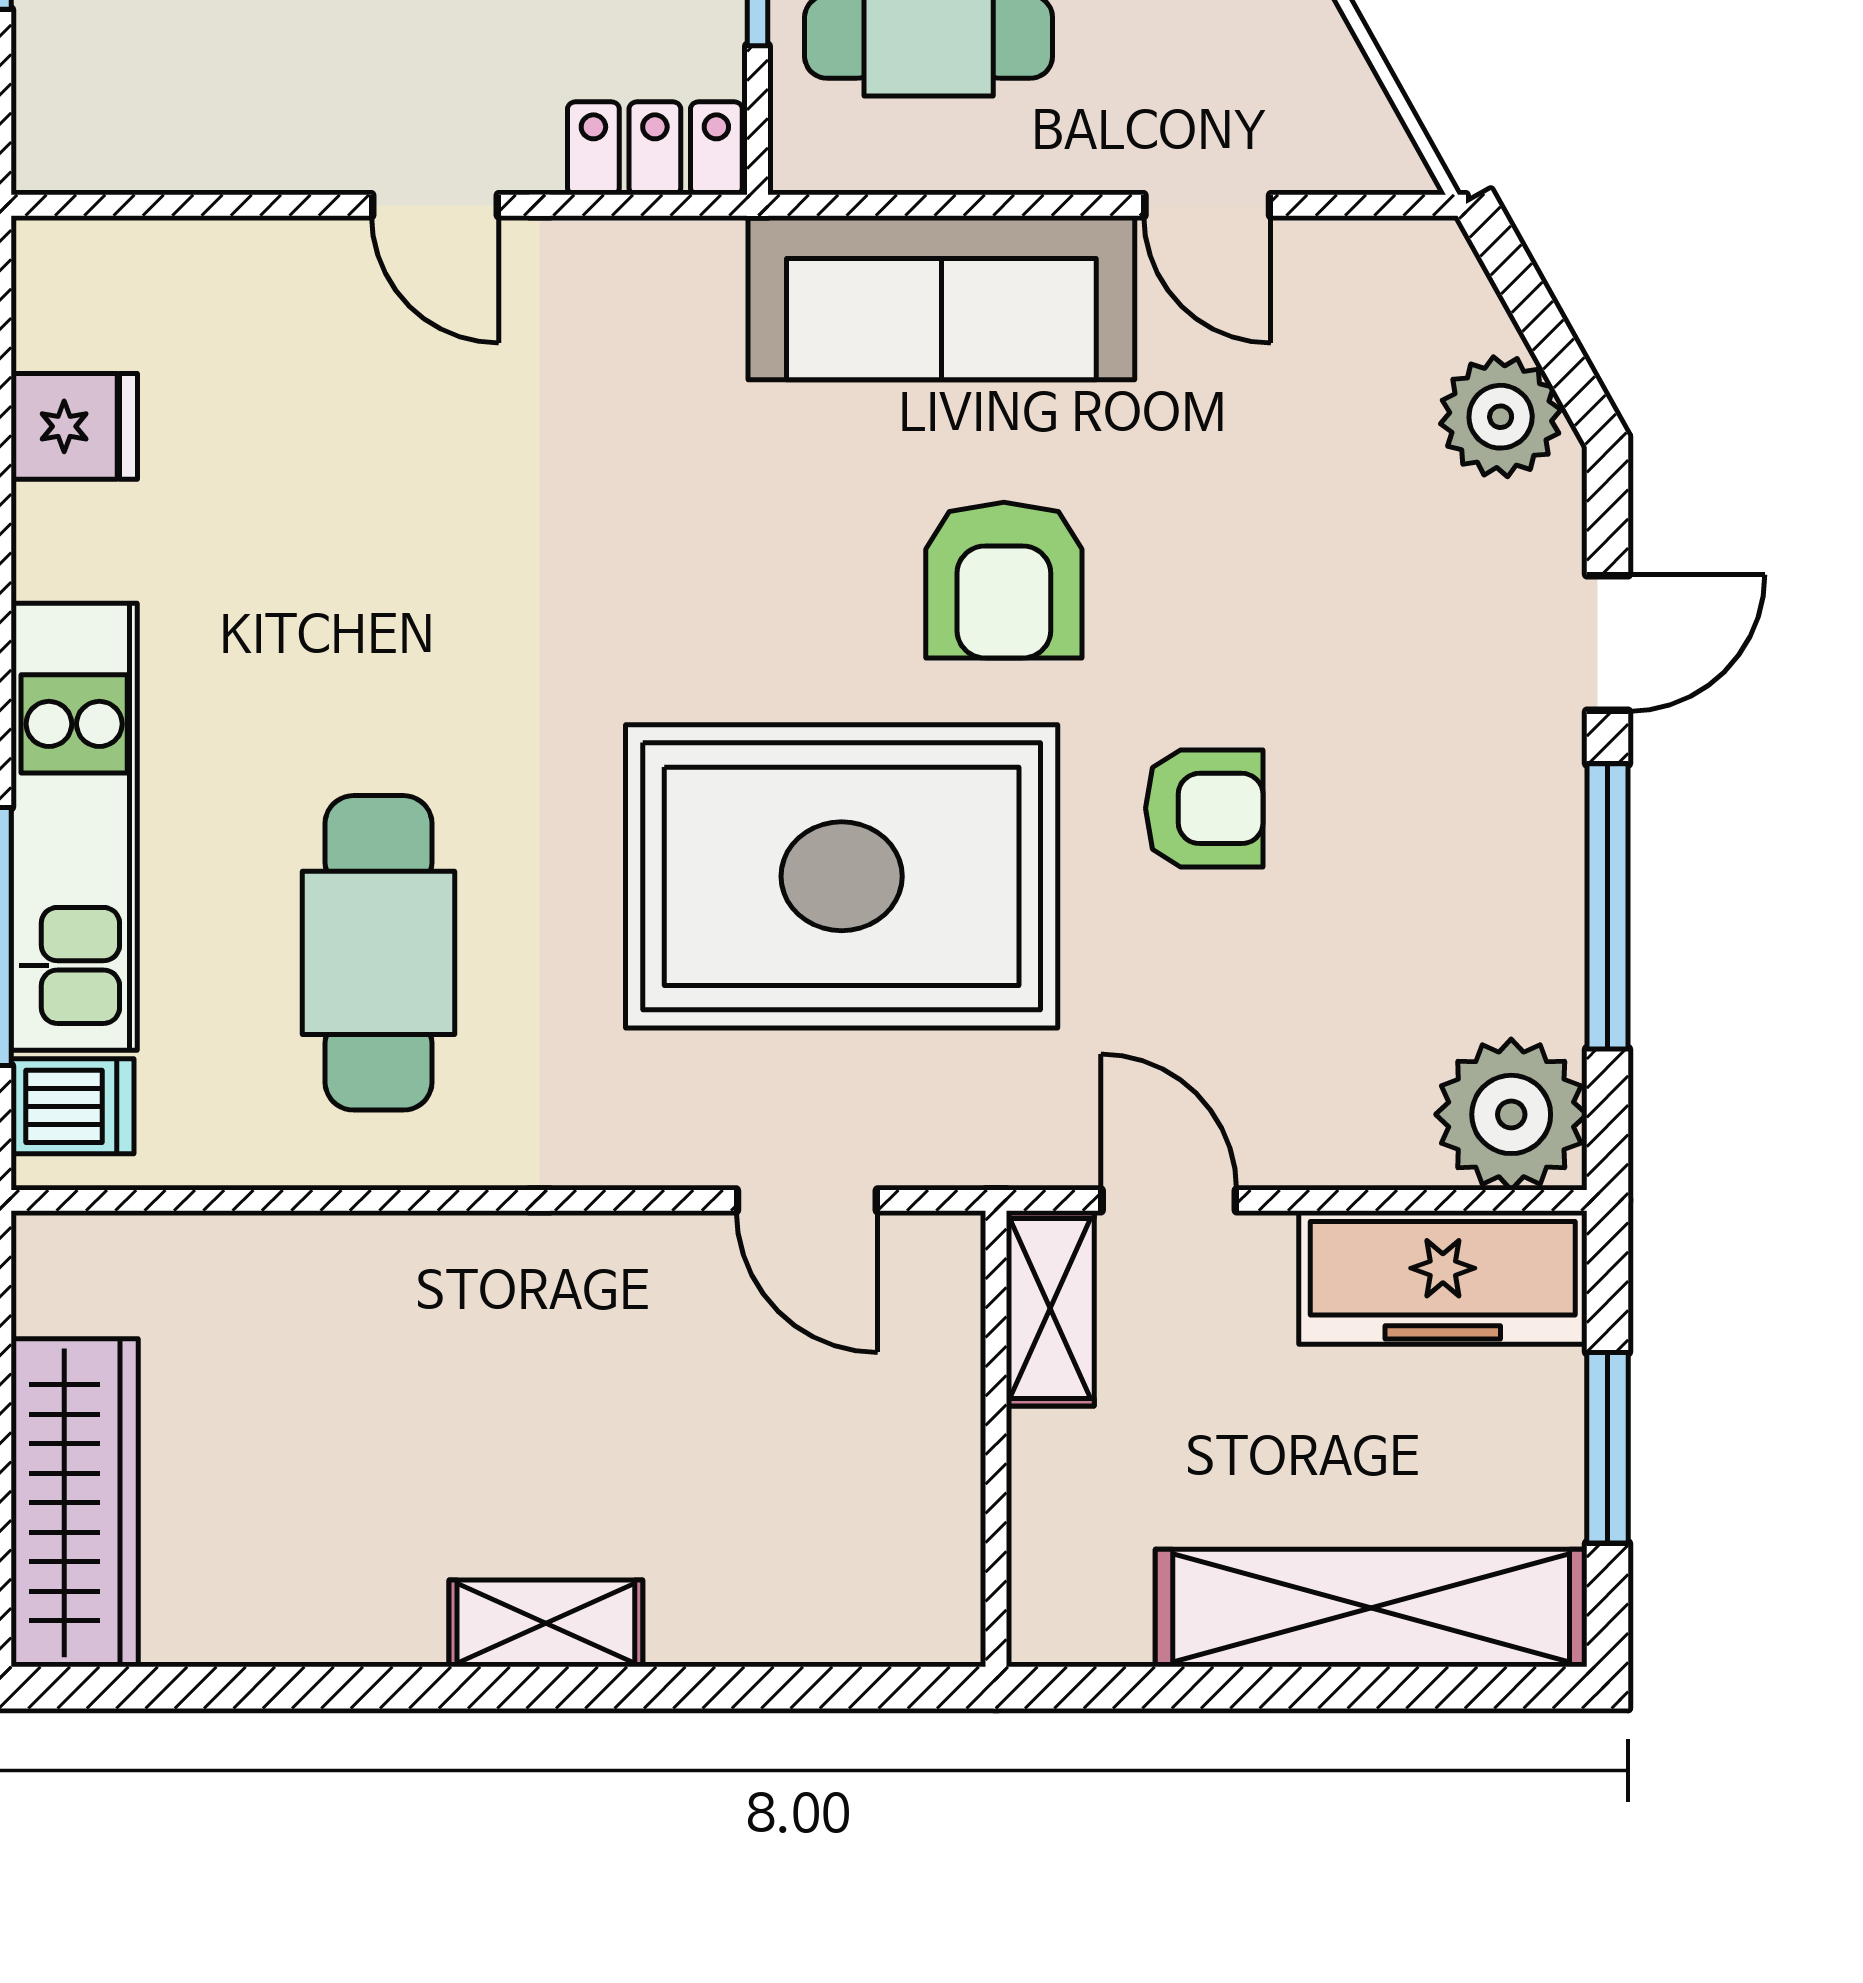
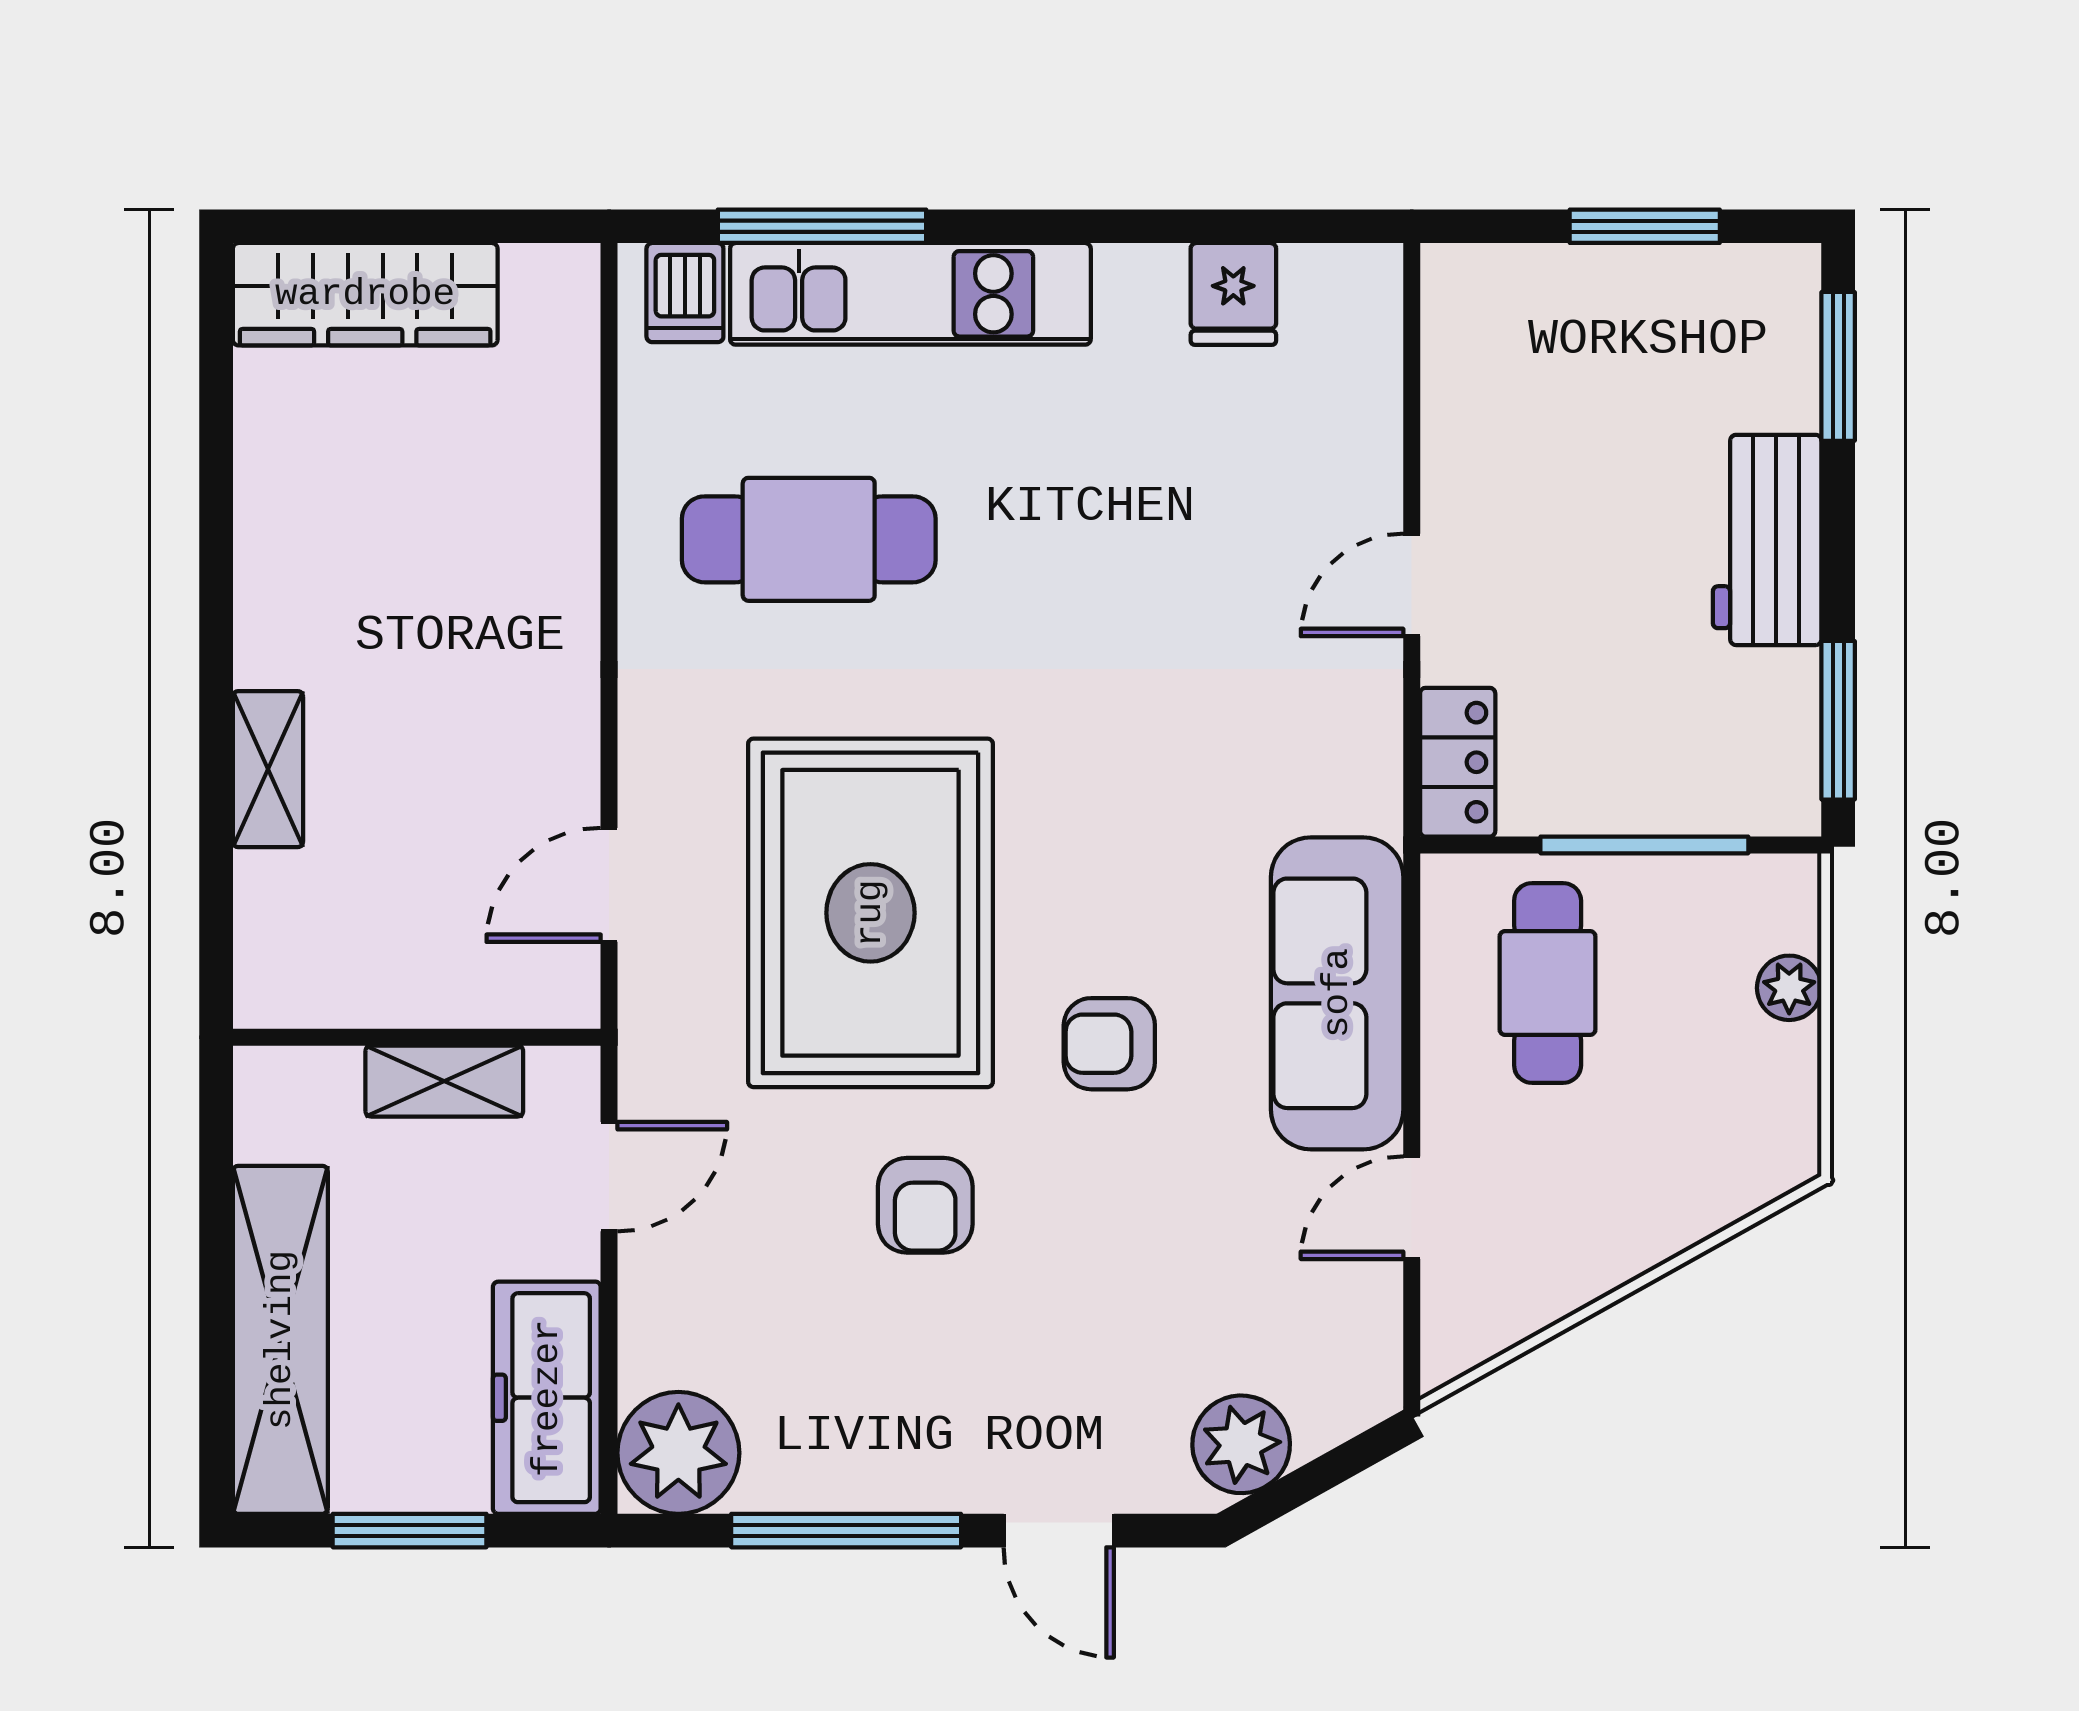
armchair: (1004, 580) -> (1109, 1044), width x0.72, depth x0.72
shelving: (1050, 1308) -> (444, 1081), moved
shelving: (546, 1623) -> (268, 769), moved

